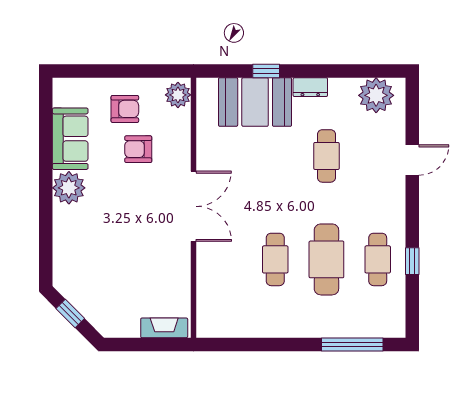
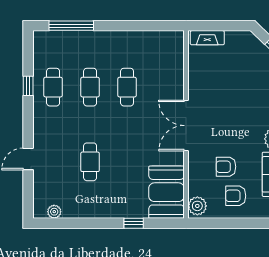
dresser: (310, 87) -> (102, 212), removed
plant: (376, 95) -> (54, 212), width x0.53, depth x0.53
booth: (255, 102) -> (167, 192), moved, turned 90
armchair: (138, 149) -> (226, 167), turned 180
cafe table: (326, 259) -> (90, 87), width x0.73, depth x0.74

